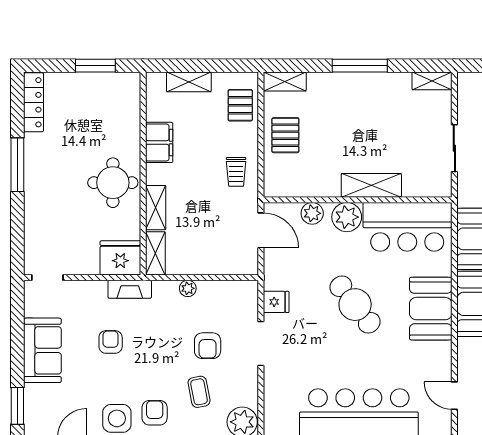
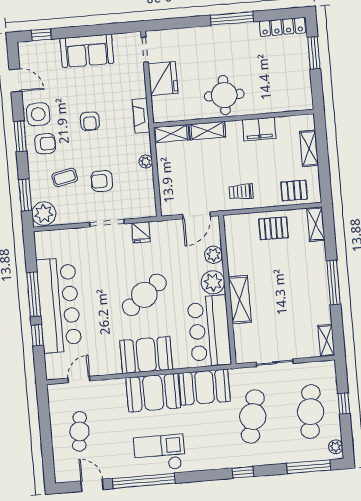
window: (95, 66) -> (314, 53), moved
fridge: (120, 258) -> (163, 79), moved
armchair: (111, 342) -> (90, 121), moved, turned 90
window: (17, 406) -> (41, 35), width x0.67

